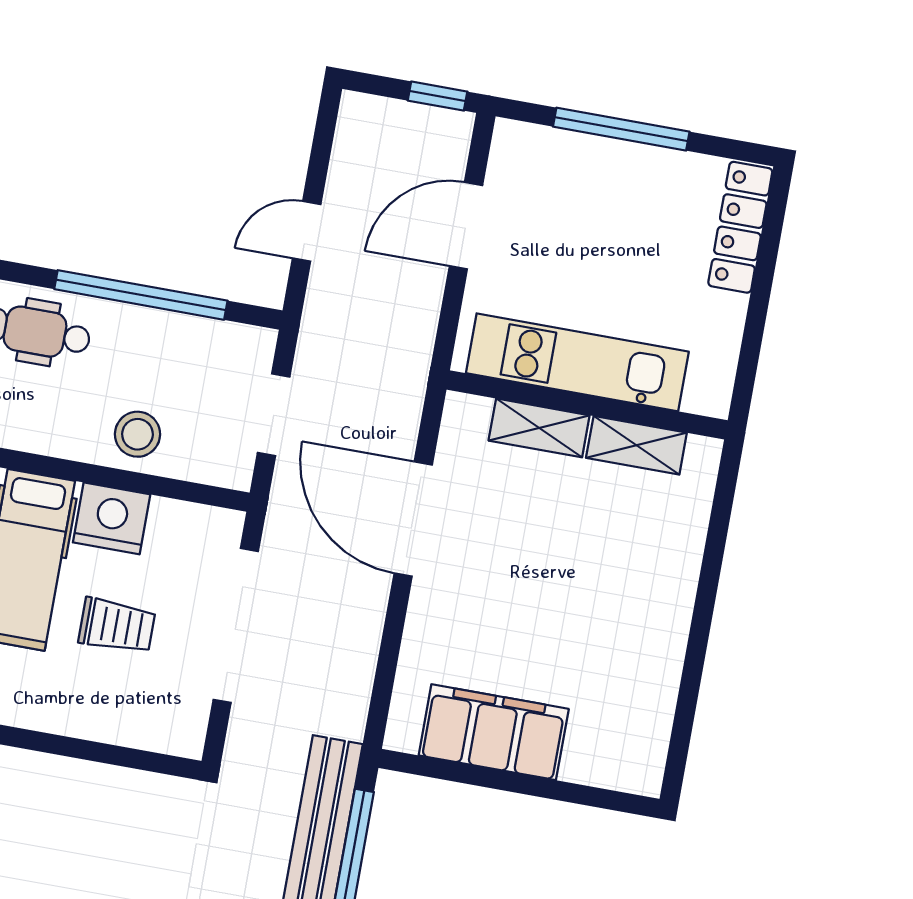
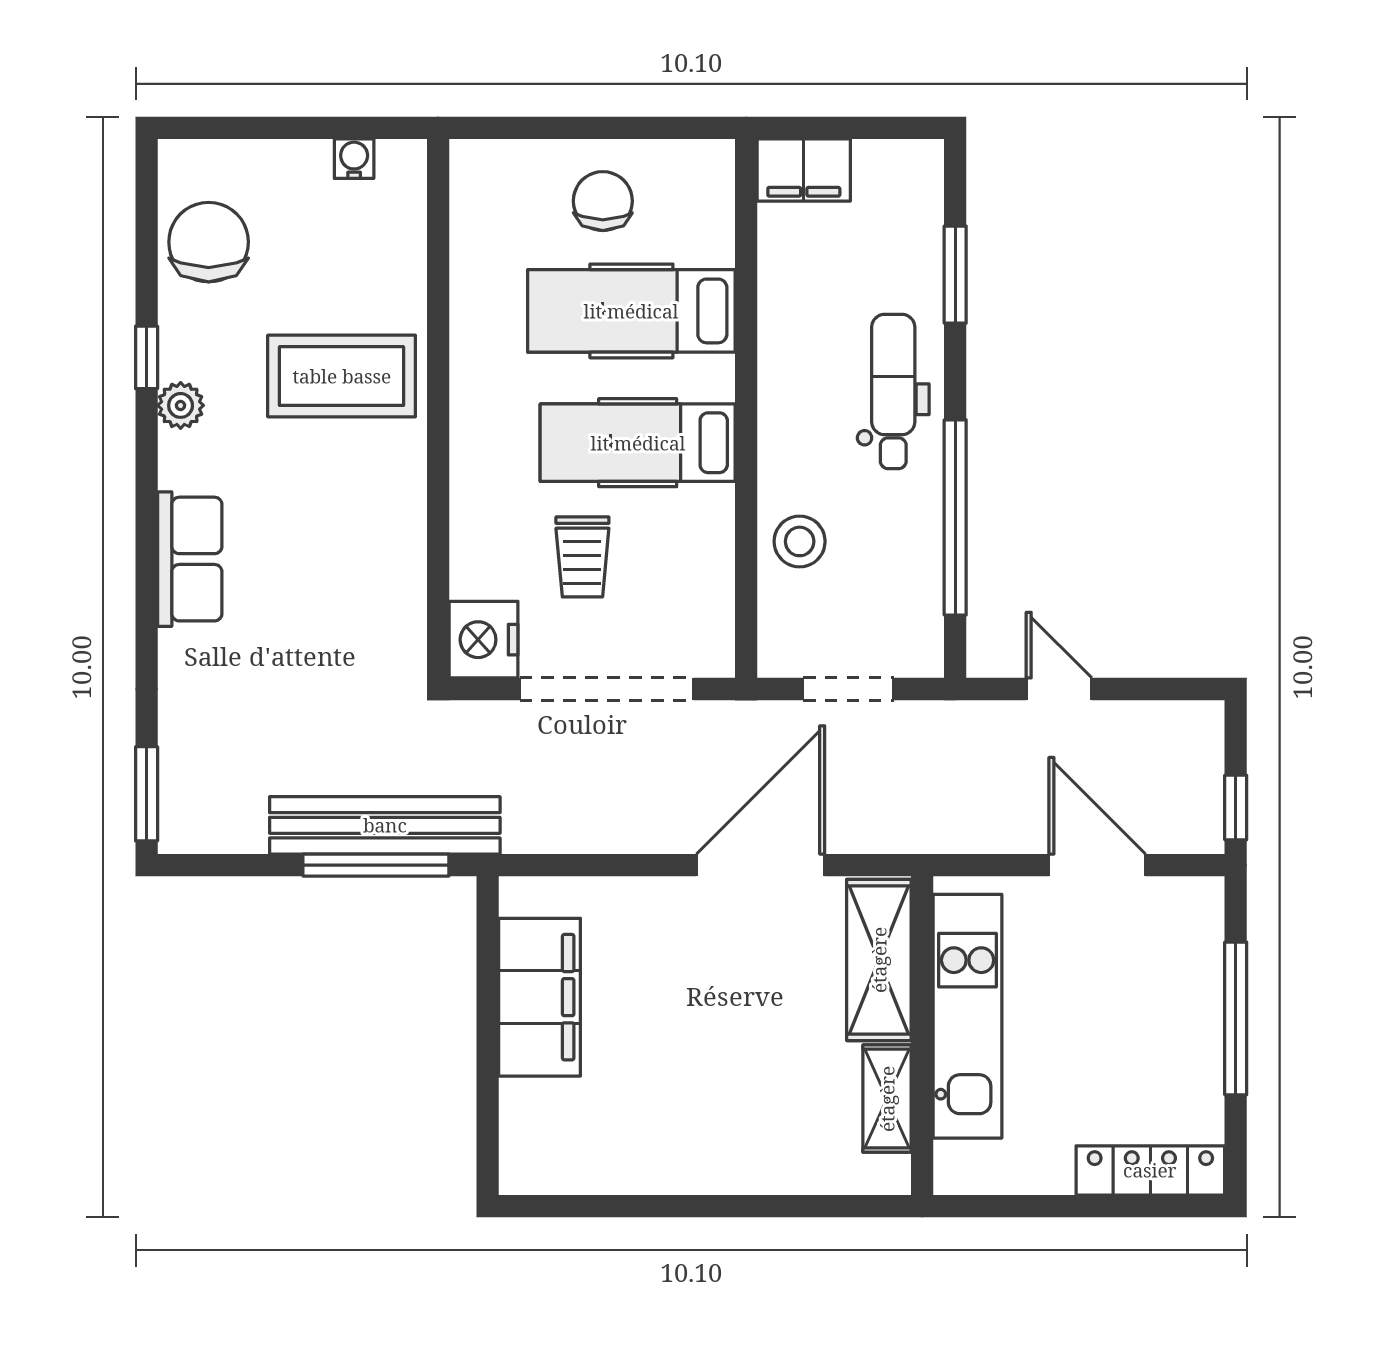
shelving: (539, 428) -> (879, 960), width x1.50, depth x1.33
nightstand: (112, 518) -> (484, 640), moved, turned 180

